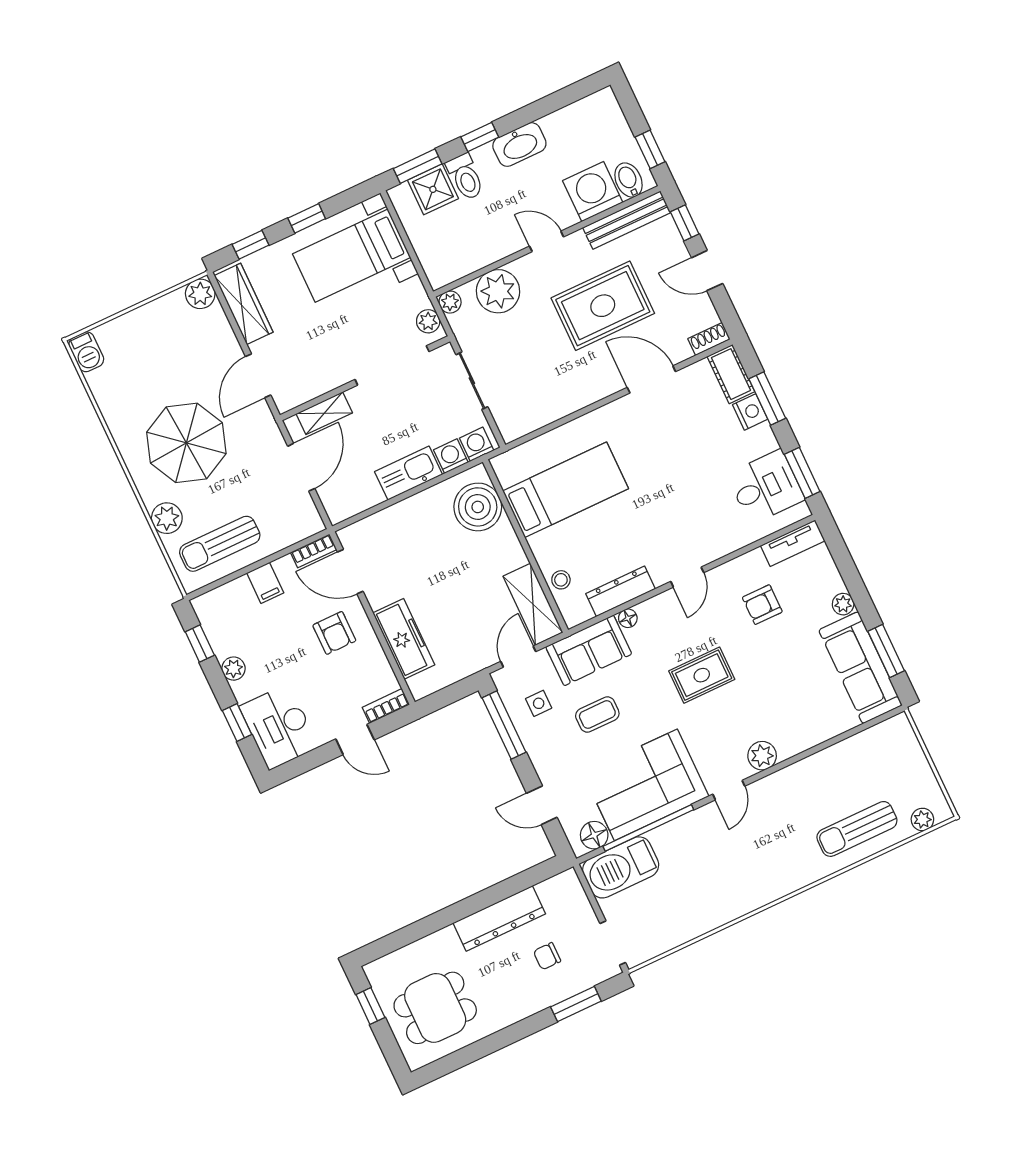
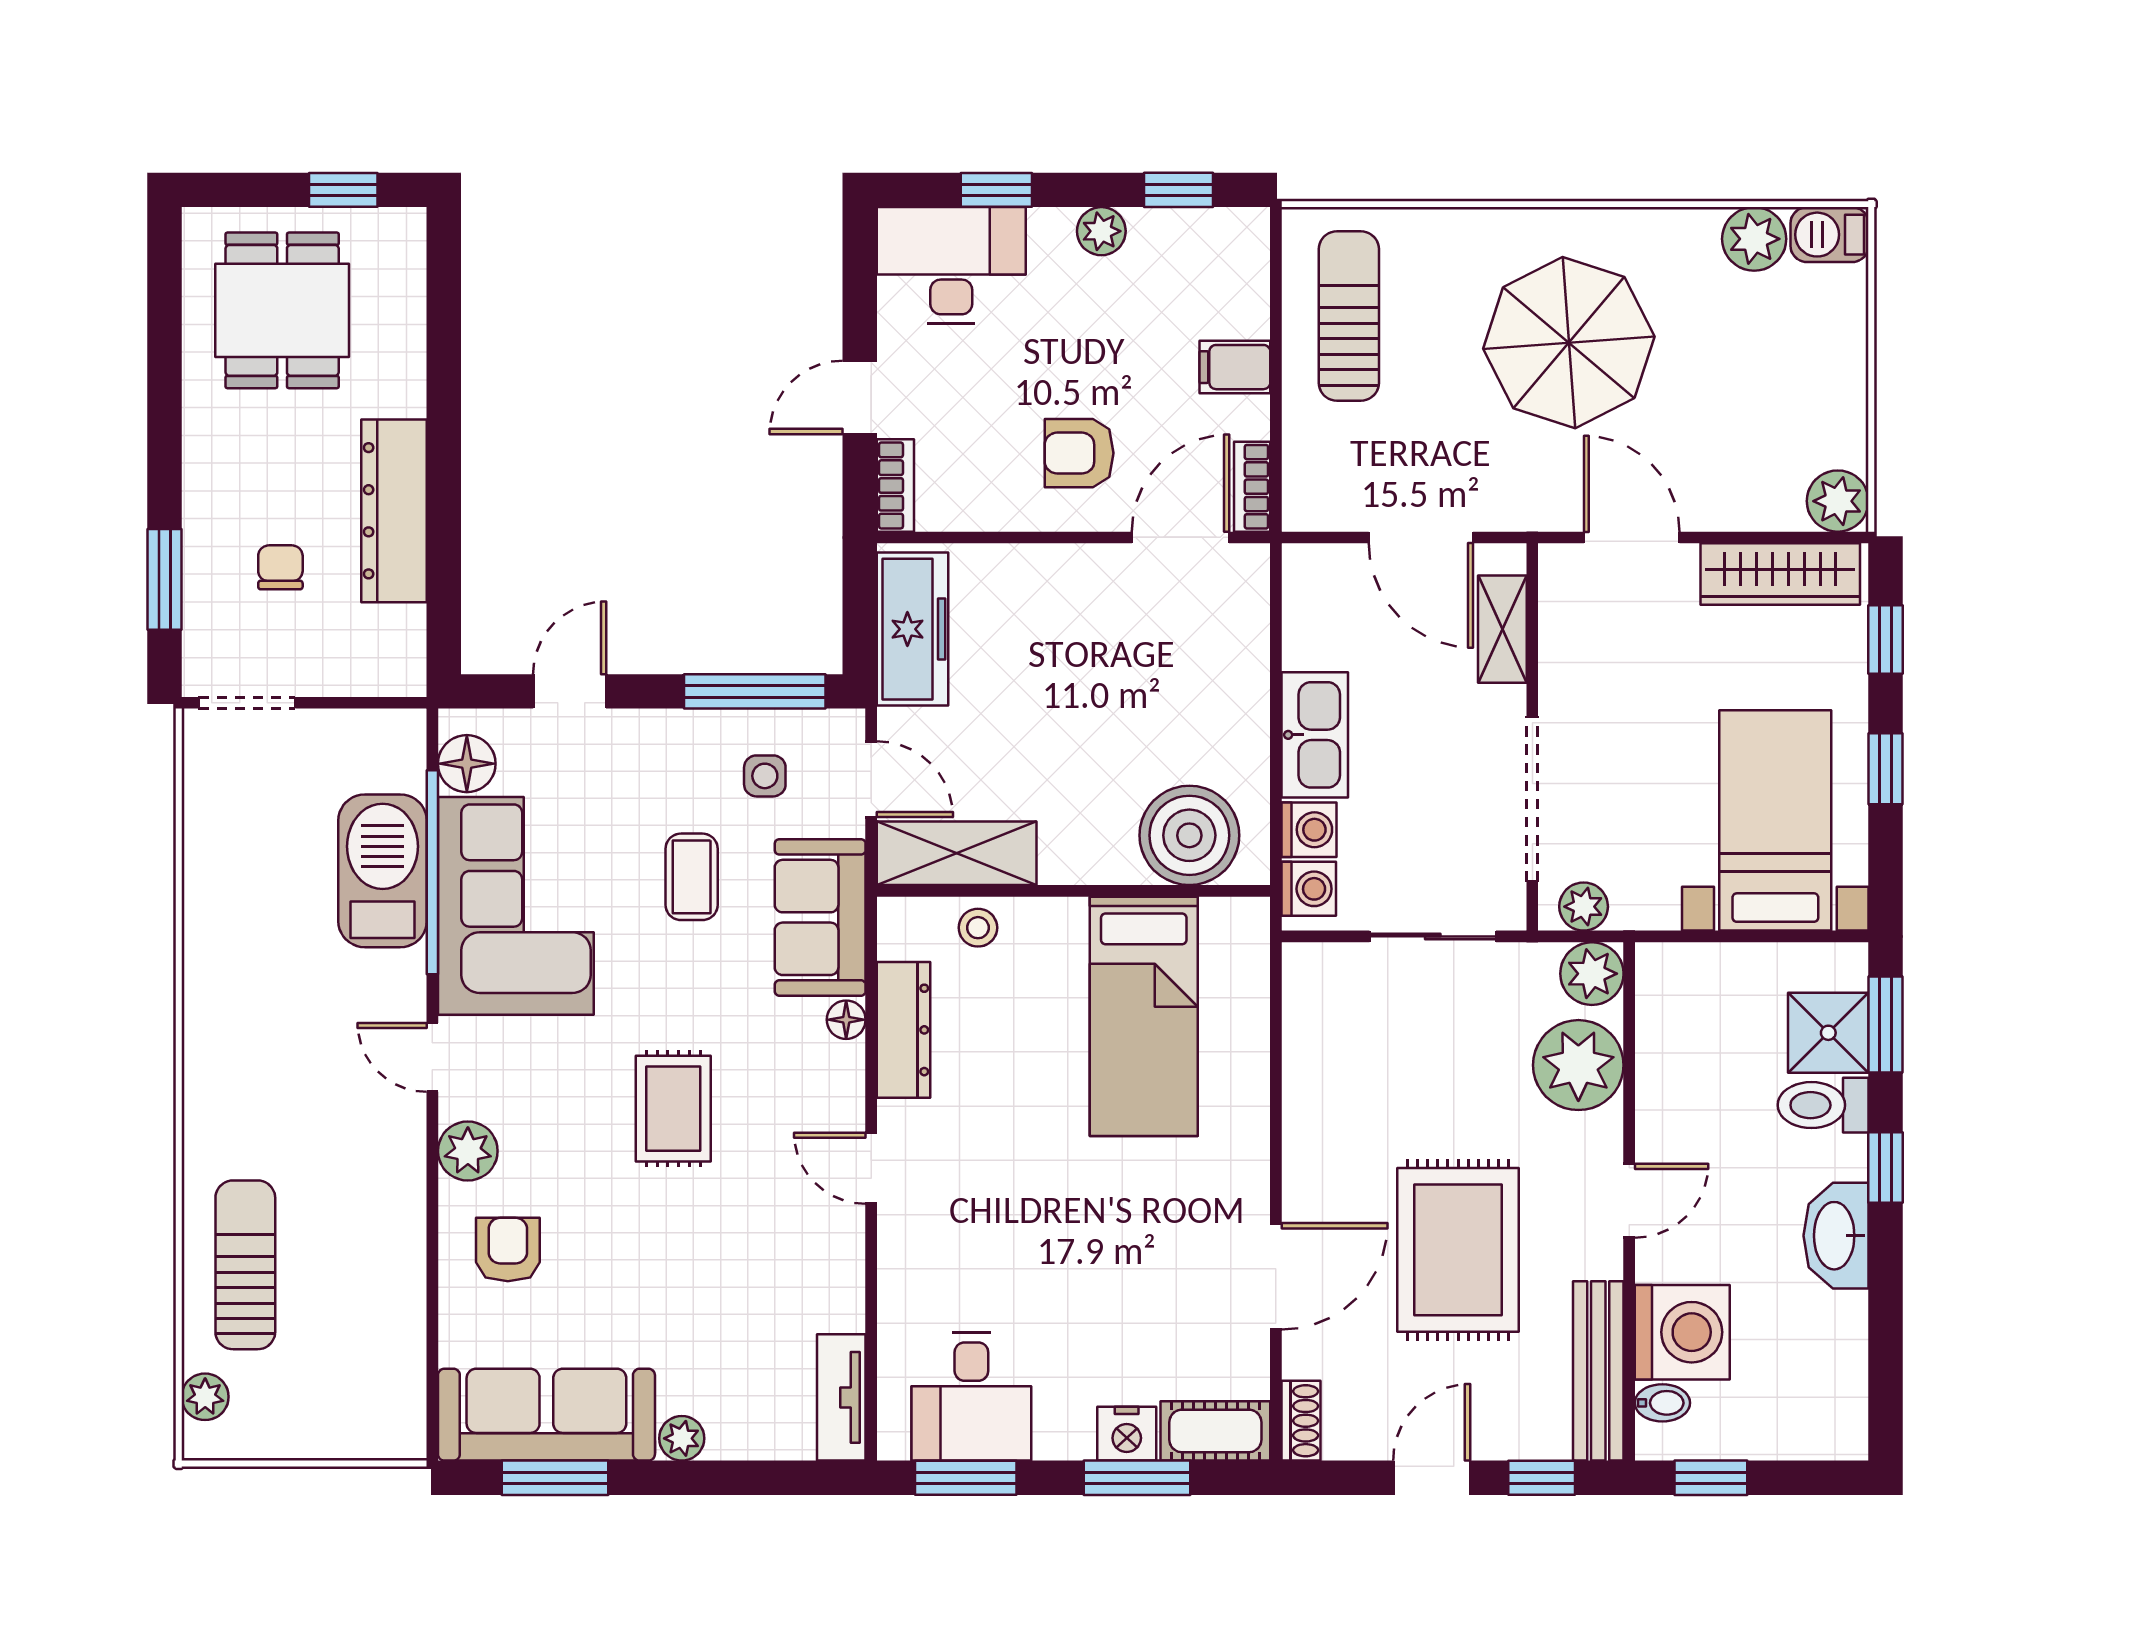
bidet: (628, 180) -> (1662, 1403), width x0.72, depth x0.74
plant: (450, 302) -> (1592, 974), width x1.38, depth x1.38
plant: (167, 518) -> (1754, 239), moved
armchair: (762, 605) -> (508, 1250), moved
freezer: (404, 639) -> (912, 629), moved, turned -90
barbecue: (621, 867) -> (383, 871), moved

